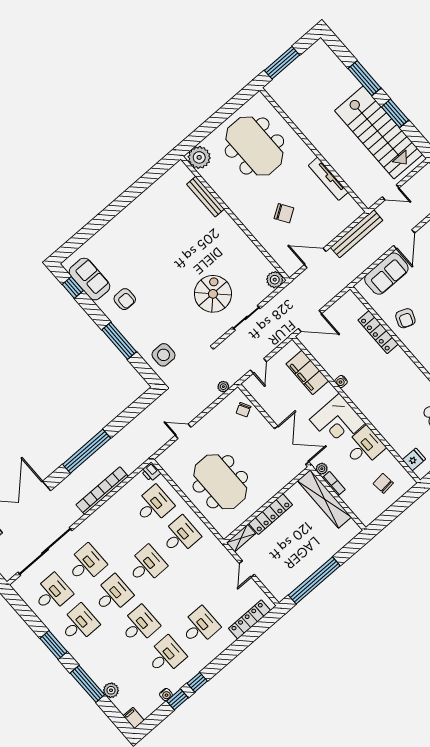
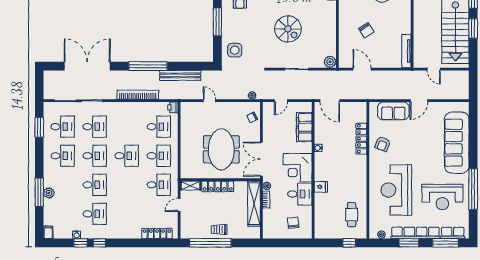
tv unit: (328, 179) -> (406, 51), moved
bench: (357, 234) -> (180, 75), moved
spiral stairs: (213, 294) -> (288, 29), moved, turned 90
double door: (292, 445) -> (261, 159), swing flipped
fridge: (414, 459) -> (321, 187), moved
meeting table: (220, 482) -> (221, 149), moved
trolley: (311, 558) -> (219, 229), added
desk: (200, 627) -> (159, 185), moved
window: (54, 645) -> (39, 127), moved
plant: (111, 690) -> (49, 193), moved

